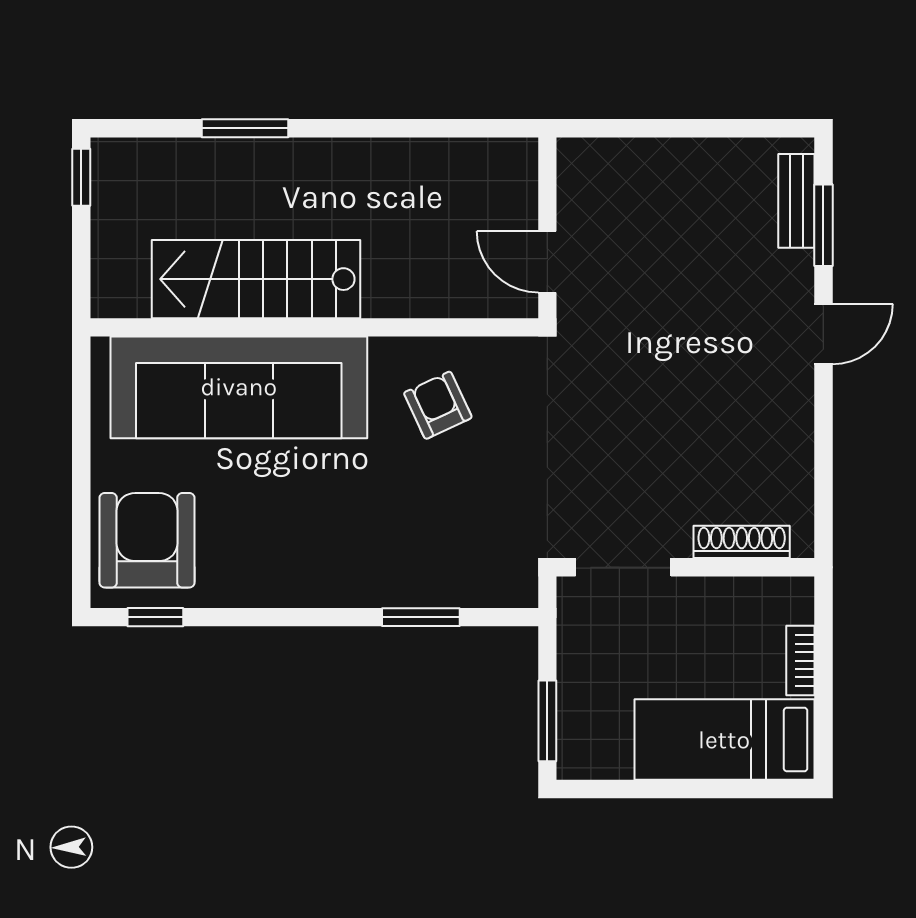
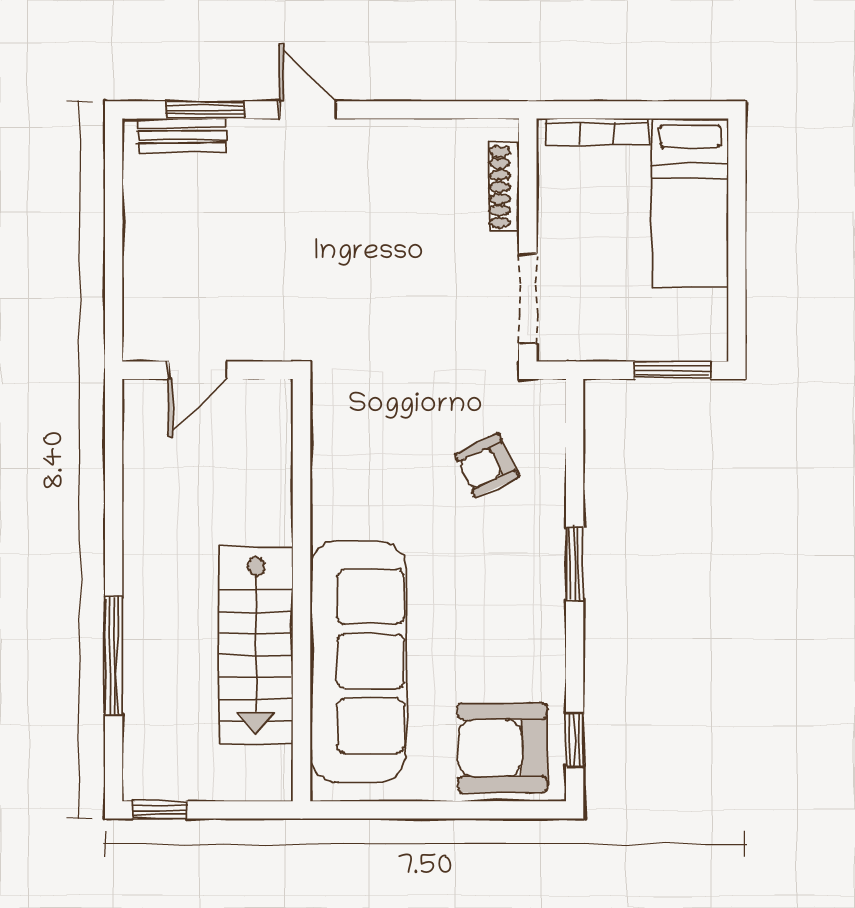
window: (245, 128) -> (114, 656), width x1.44
door: (547, 262) -> (198, 370), moved
armchair: (438, 405) -> (487, 465), moved
window: (421, 617) -> (575, 563), moved
bookcase: (800, 661) -> (597, 132), width x1.56

